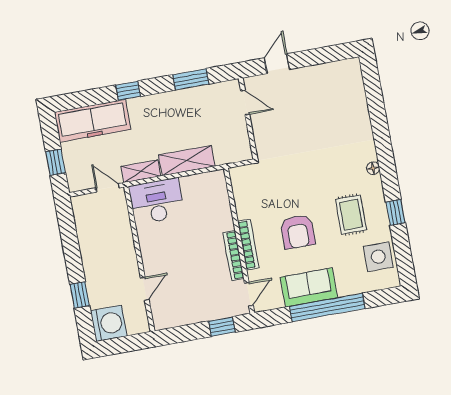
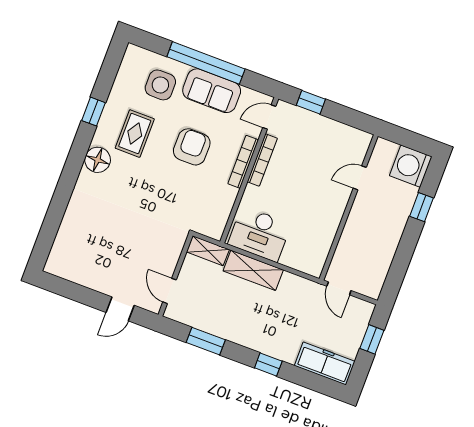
freezer: (93, 121) -> (325, 363), width x0.73, depth x0.79
floor lamp: (373, 168) -> (98, 160), width x1.89, depth x1.89
shelving: (141, 171) -> (208, 251), moved
desk: (157, 201) -> (260, 234), moved
side table: (378, 257) -> (160, 85), moved

